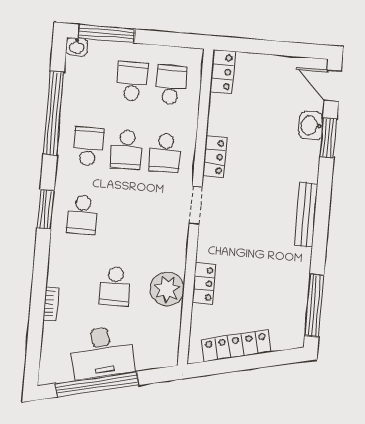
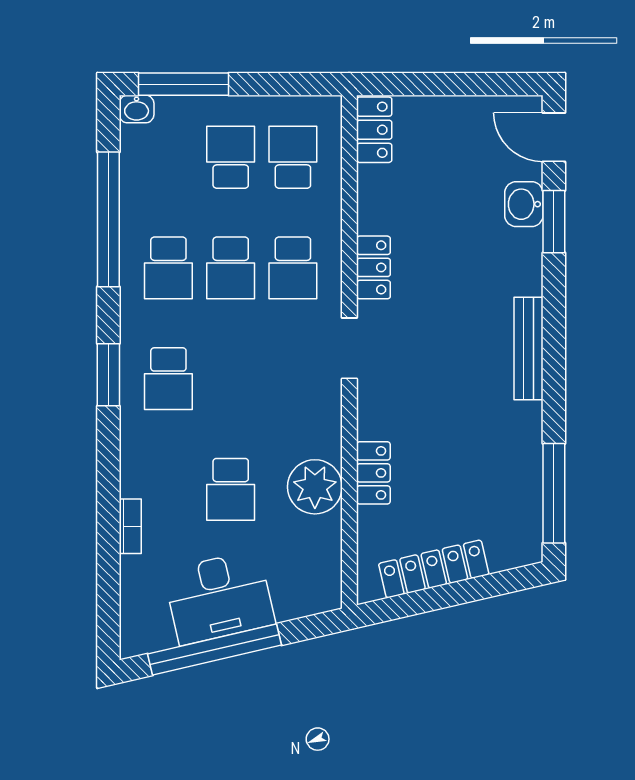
school desk: (88, 146) -> (168, 268), turned 180

